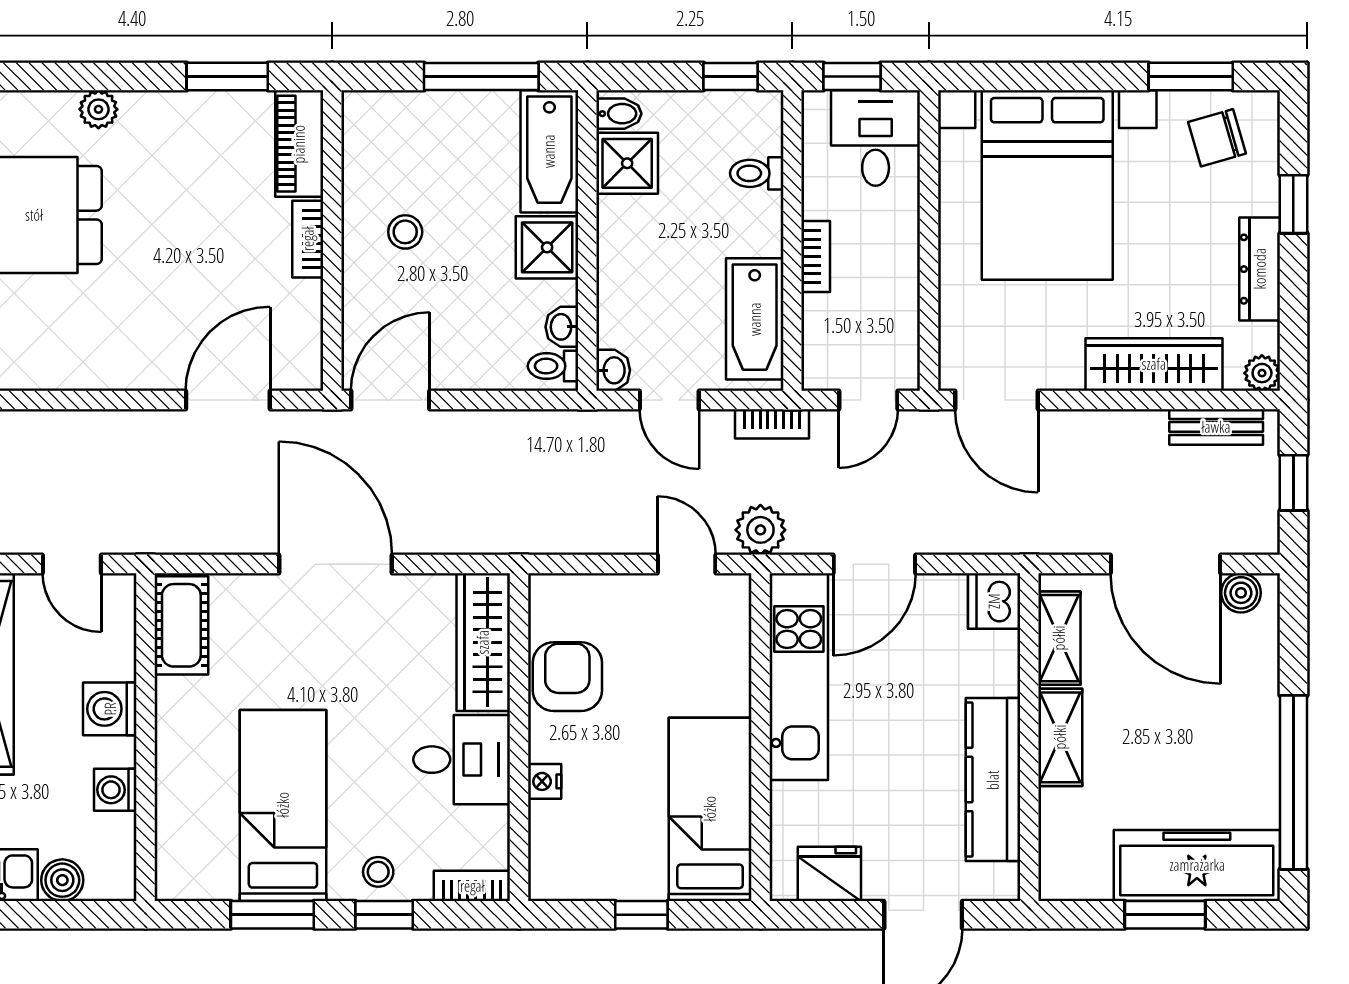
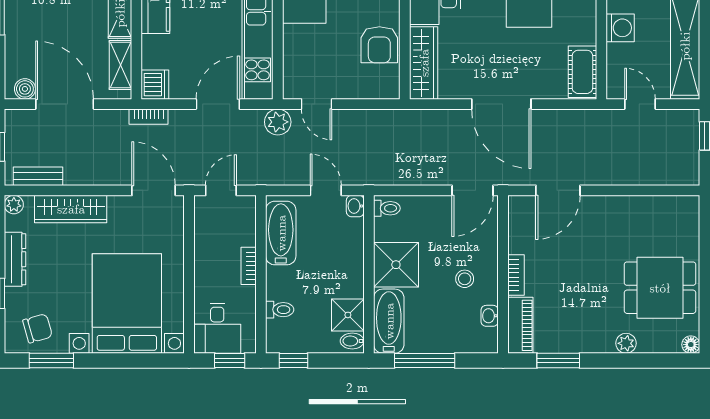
shower: (547, 247) -> (396, 265), width x1.36, depth x1.36
washbasin: (562, 327) -> (490, 316), moved, turned 180
bookcase: (772, 424) -> (149, 117), moved, turned 180

